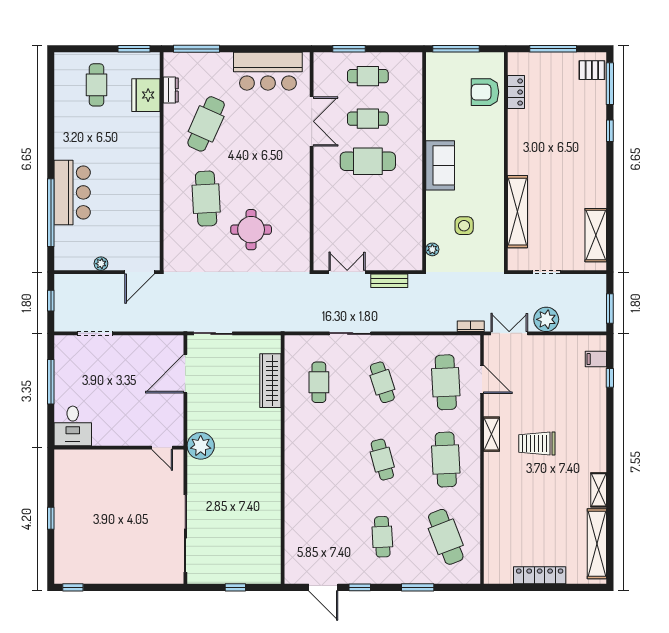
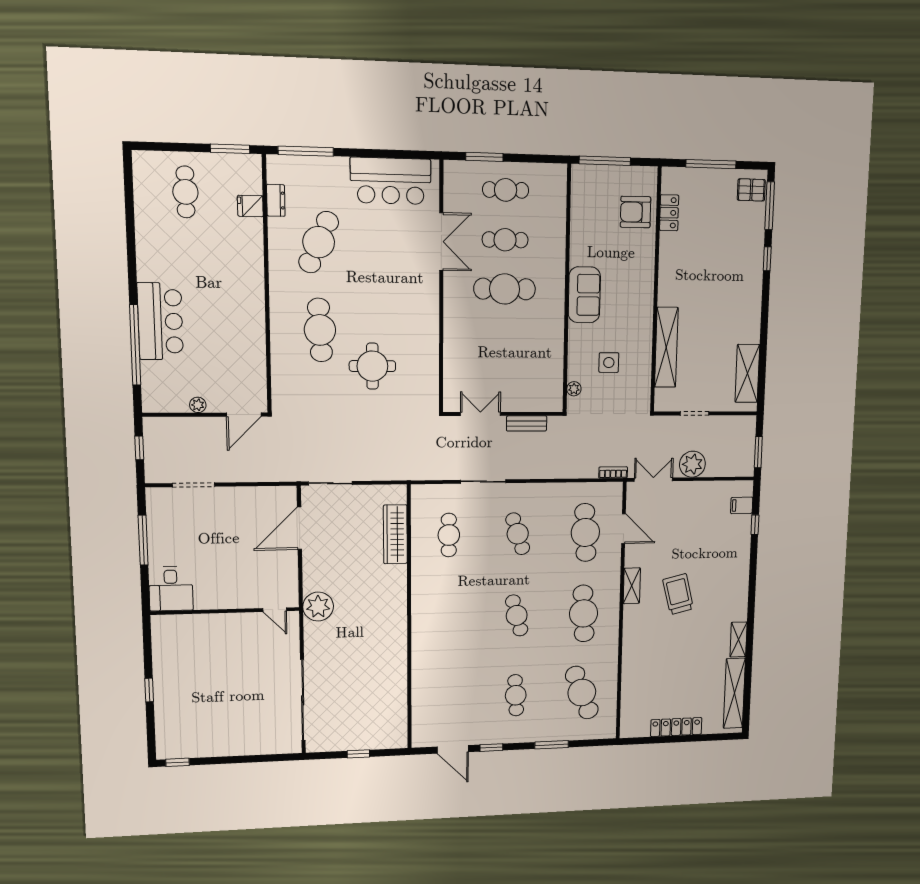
fridge: (146, 95) -> (250, 206), width x0.53, depth x0.75
trolley: (537, 443) -> (678, 594), turned 76

